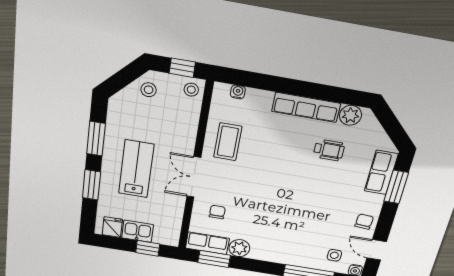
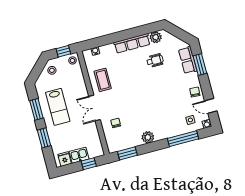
lab bench: (136, 169) -> (58, 107), moved, turned 180
row of seats: (207, 243) -> (119, 145), removed
plant: (239, 248) -> (148, 137), moved

